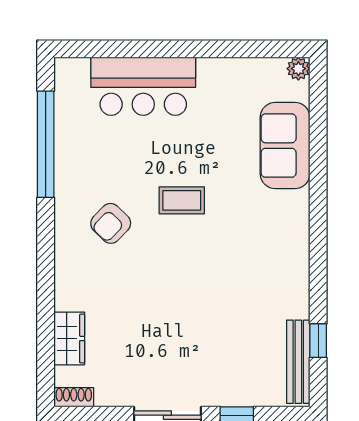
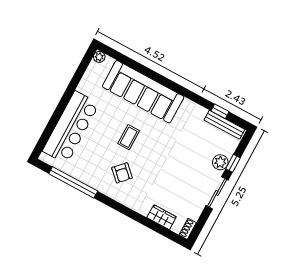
bar counter: (143, 86) -> (71, 127), width x1.36
sofa: (285, 146) -> (143, 92), width x1.85, depth x1.27
plant: (226, 391) -> (220, 162), added

